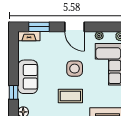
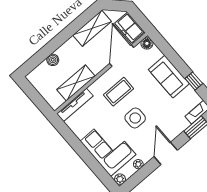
door: (74, 27) -> (166, 153), hinge flipped
window: (14, 92) -> (194, 81), moved

